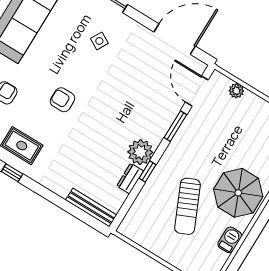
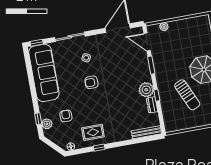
armchair: (63, 100) -> (91, 82), moved

